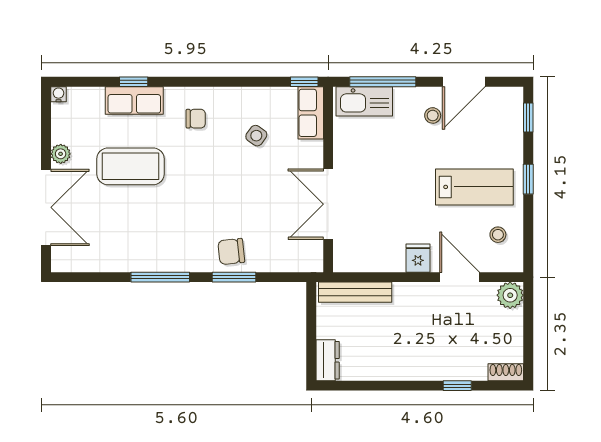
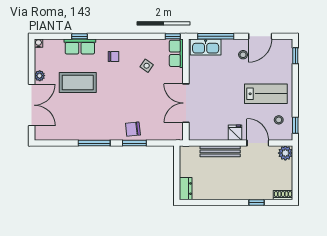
window: (528, 179) -> (295, 125), moved
bench: (355, 292) -> (220, 151), moved

